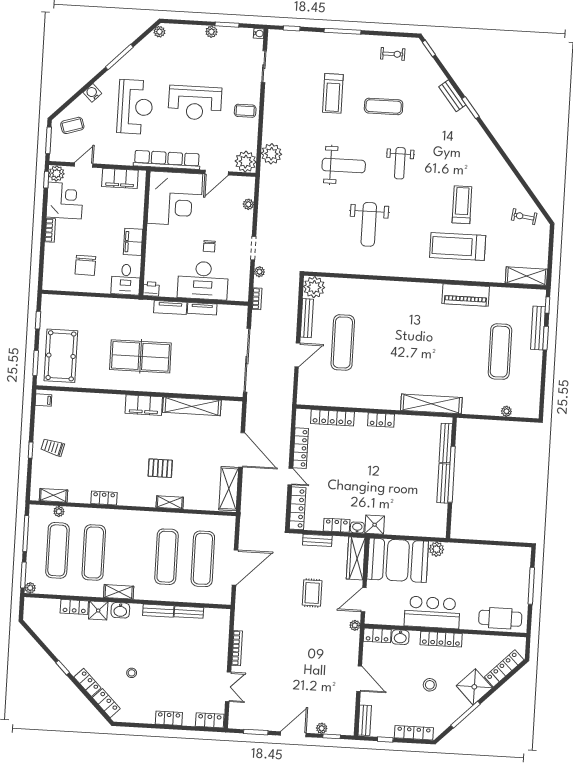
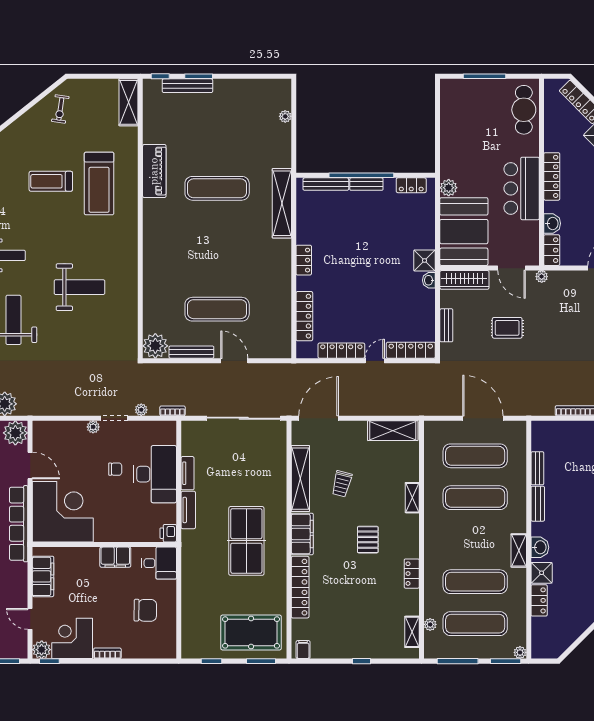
plant: (248, 204) -> (93, 427), moved
exercise mat: (500, 352) -> (217, 188), moved
locker: (98, 401) -> (300, 587), added
trolley: (53, 447) -> (342, 484), moved
door: (242, 450) -> (319, 418), moved
pallet: (160, 468) -> (368, 540), moved
bench: (443, 483) -> (366, 184), width x0.73
locker: (337, 525) -> (411, 185), moved, turned -90

